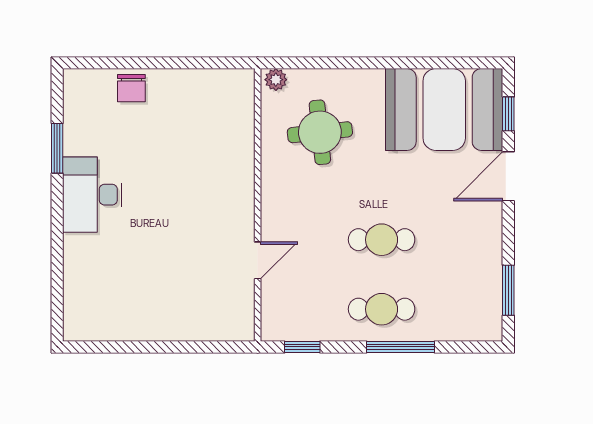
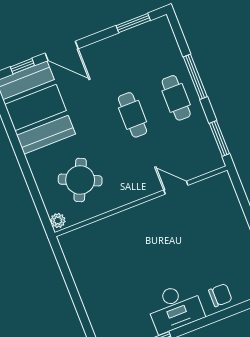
chair: (131, 88) -> (220, 295), moved
round table: (320, 132) -> (80, 180), turned 30
window: (302, 347) -> (219, 138), width x1.50

